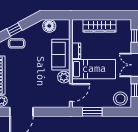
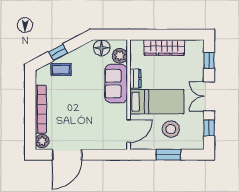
plant: (64, 77) -> (120, 56), moved
stool: (120, 99) -> (171, 129), moved
window: (92, 112) -> (168, 155), moved

